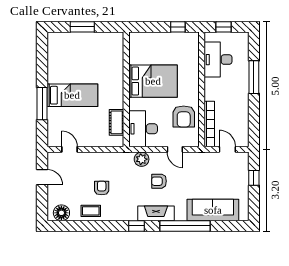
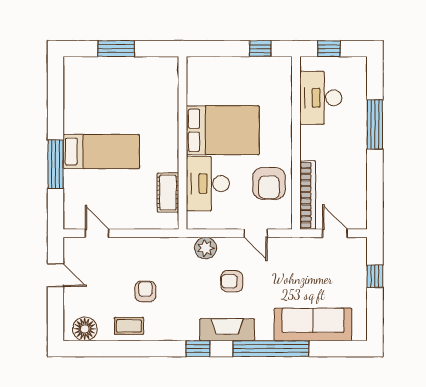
desk: (143, 129) -> (208, 184), moved

